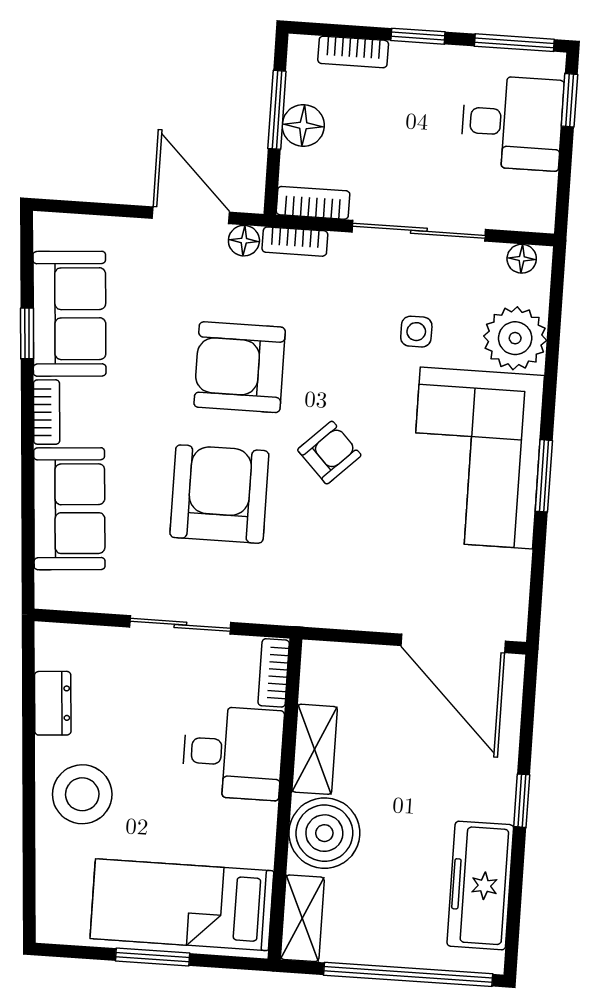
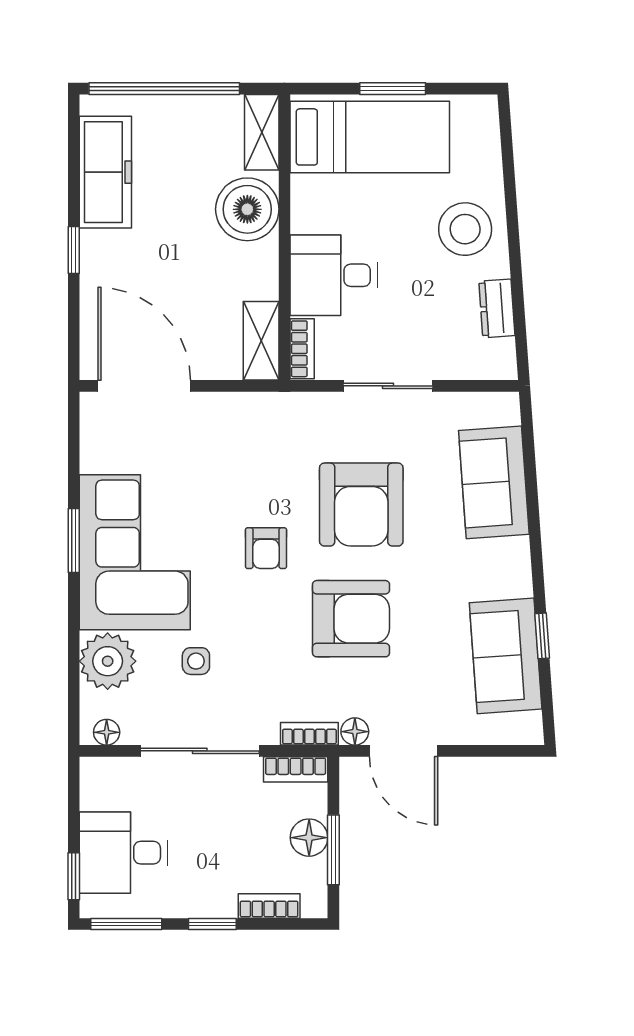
bookcase: (47, 412) -> (520, 567), removed
armchair: (329, 453) -> (266, 548), turned -46
shelving: (315, 749) -> (261, 341), moved

